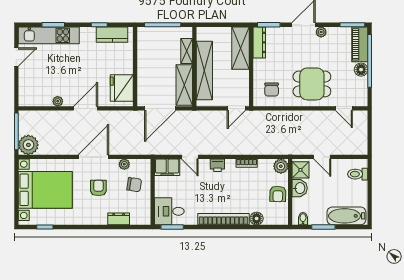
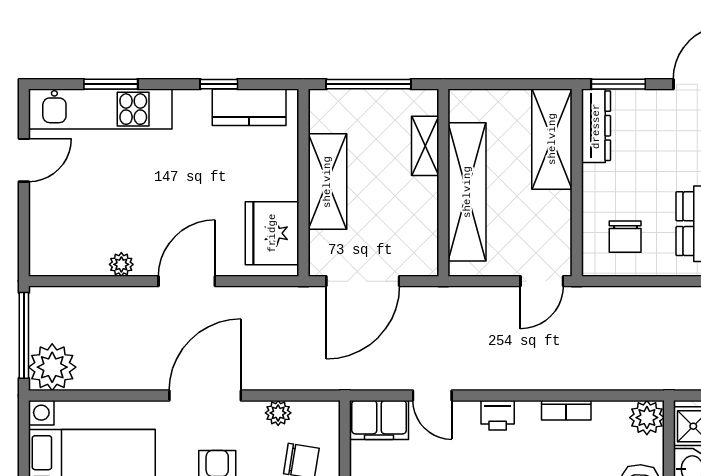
shelving: (184, 85) -> (327, 182), moved

